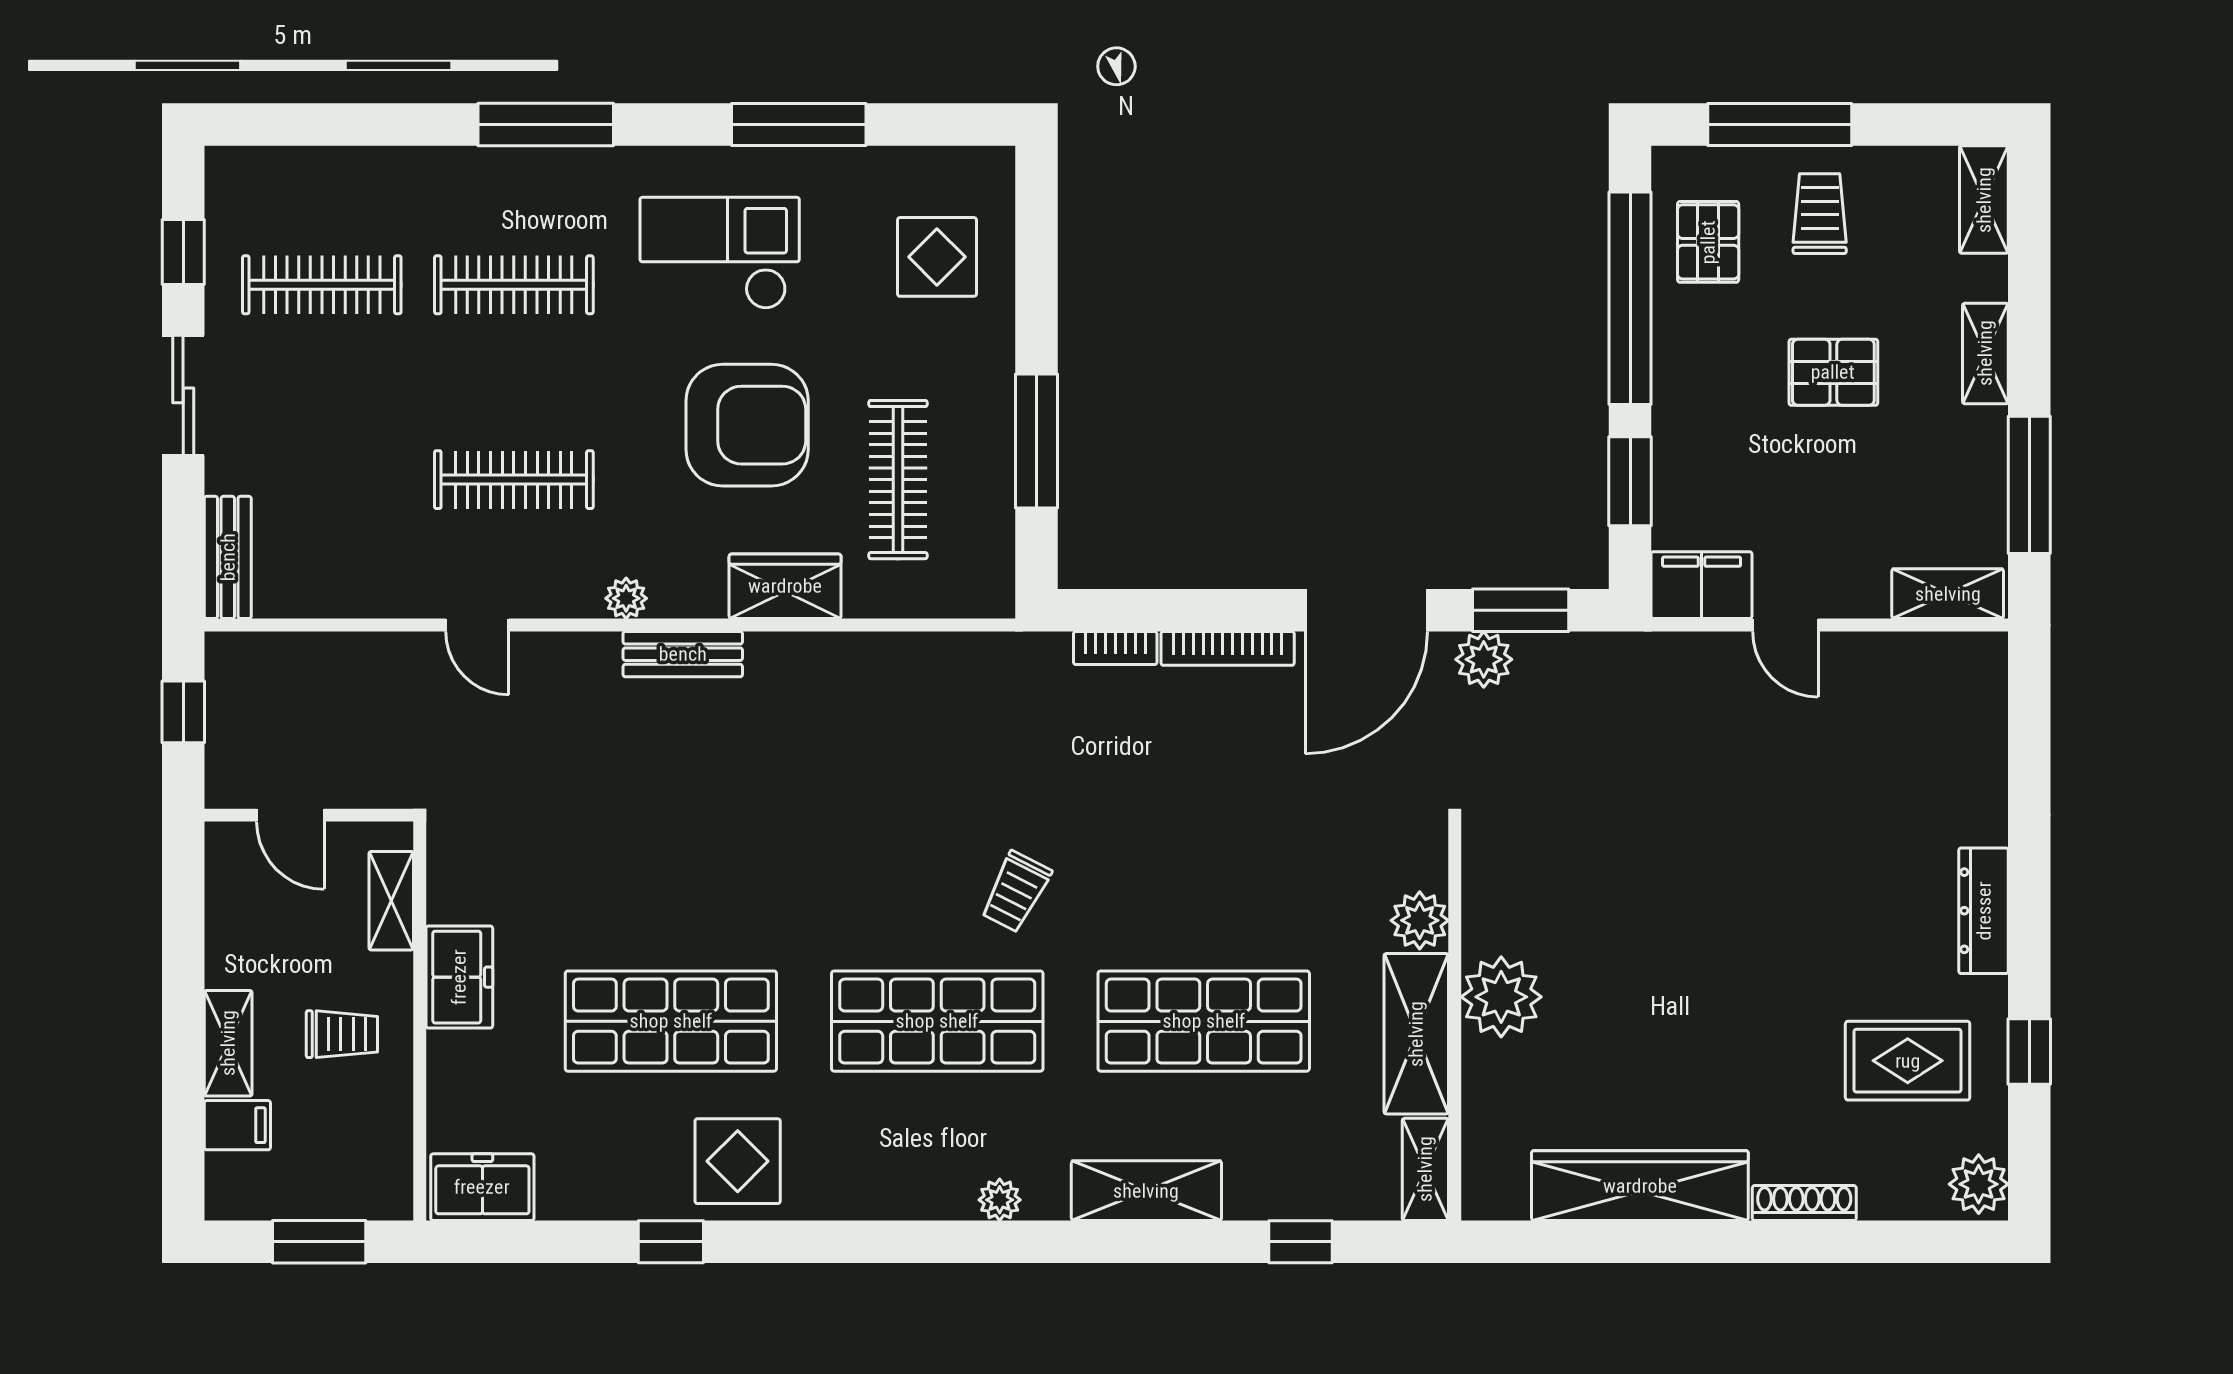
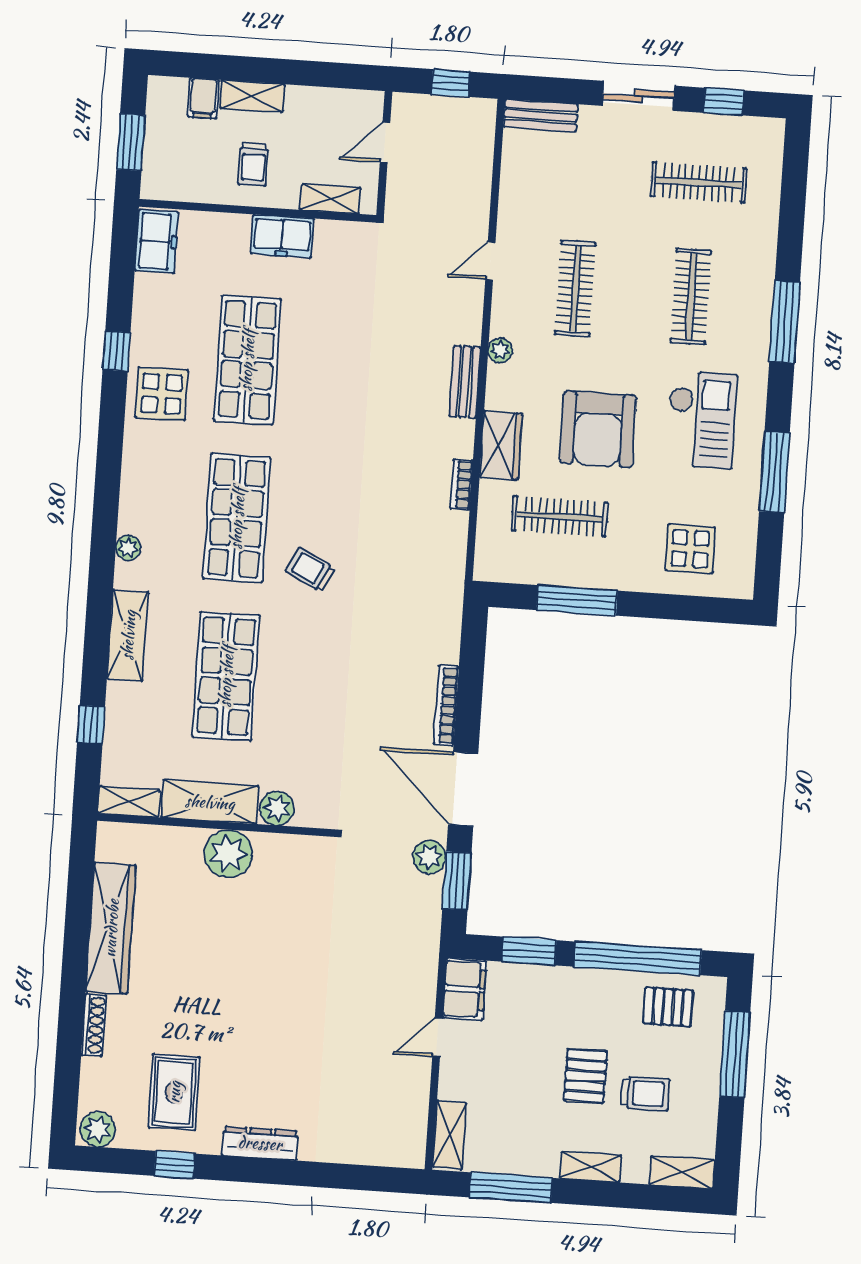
trolley: (1820, 214) -> (645, 1093), moved
clothes rail: (322, 285) -> (699, 183), turned 90
bookcase: (1115, 648) -> (461, 484), moved

